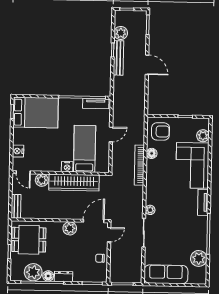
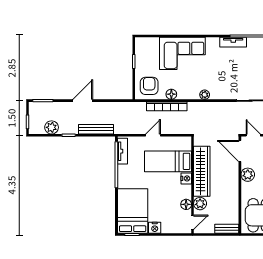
bench: (118, 58) -> (96, 129), moved
door: (111, 134) -> (153, 135), hinge flipped
plant: (203, 136) -> (153, 43), removed
nightstand: (18, 151) -> (155, 228), moved
bookcase: (139, 165) -> (167, 106), moved
floor lamp: (41, 166) -> (186, 204), added
tv unit: (203, 202) -> (233, 42), moved
plant: (150, 210) -> (205, 95), moved

